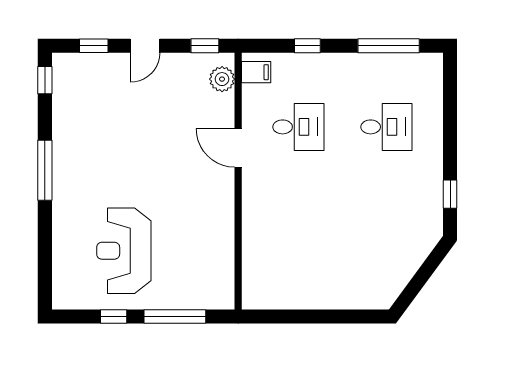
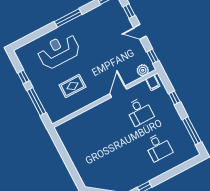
rug: (181, 231) -> (72, 86), added
reception desk: (124, 251) -> (59, 51), moved

